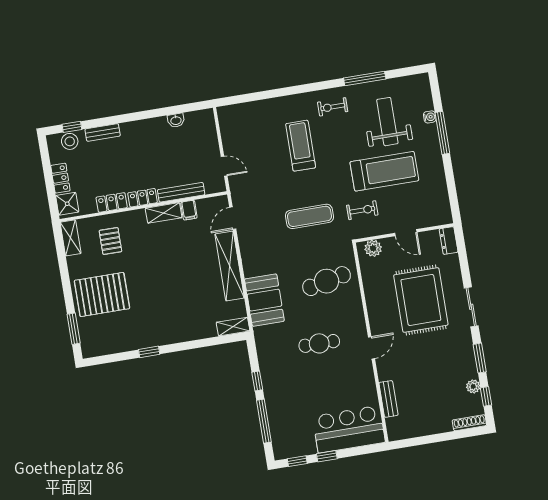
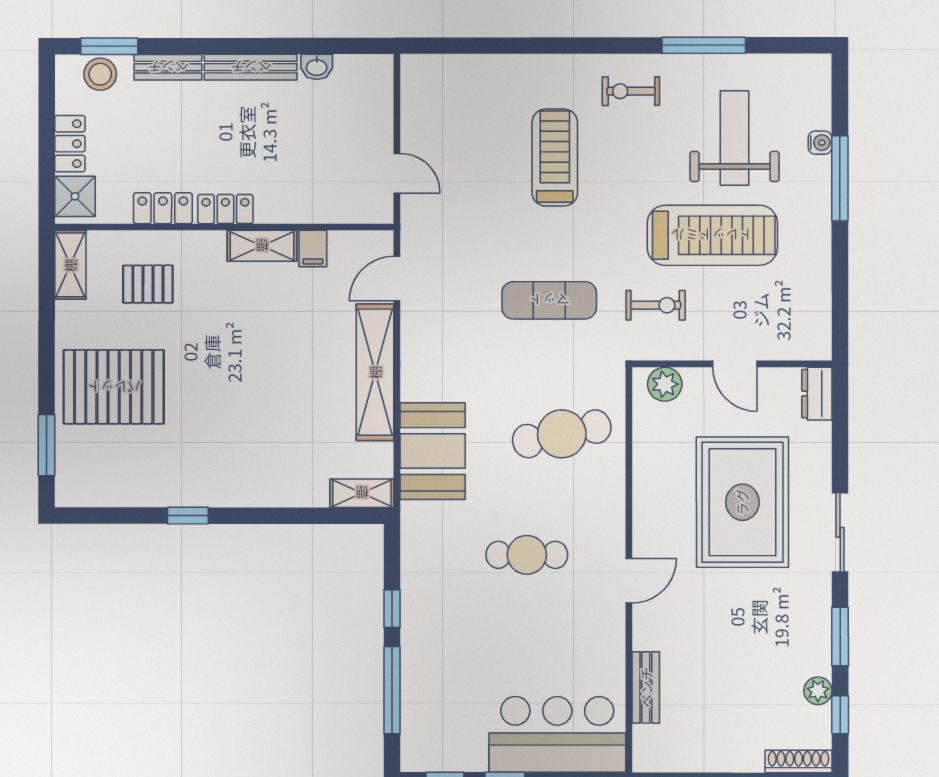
window: (72, 127) -> (109, 46), width x1.50
bench: (181, 192) -> (251, 67), moved
pallet: (110, 241) -> (148, 284), turned 90

